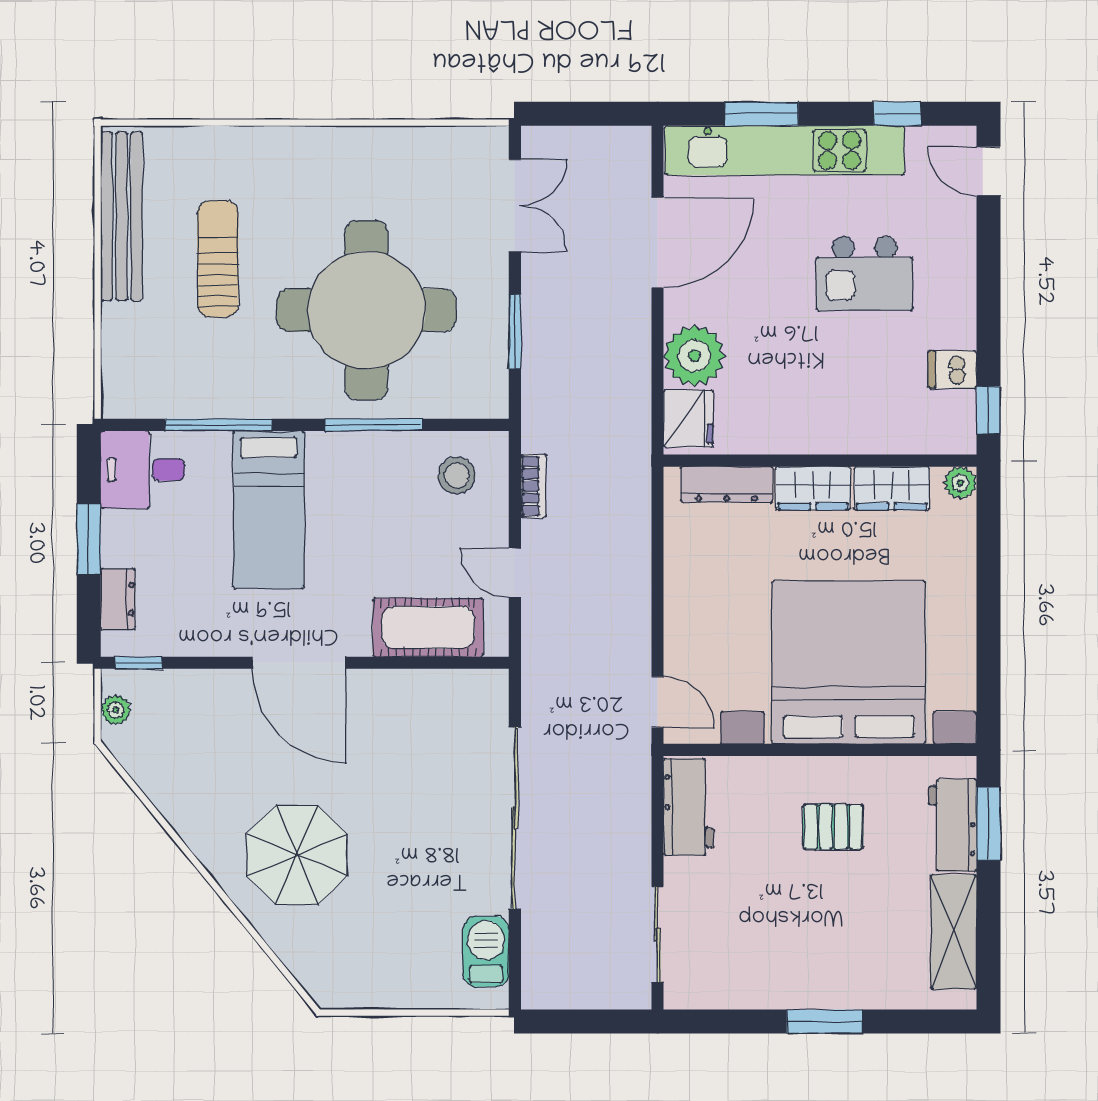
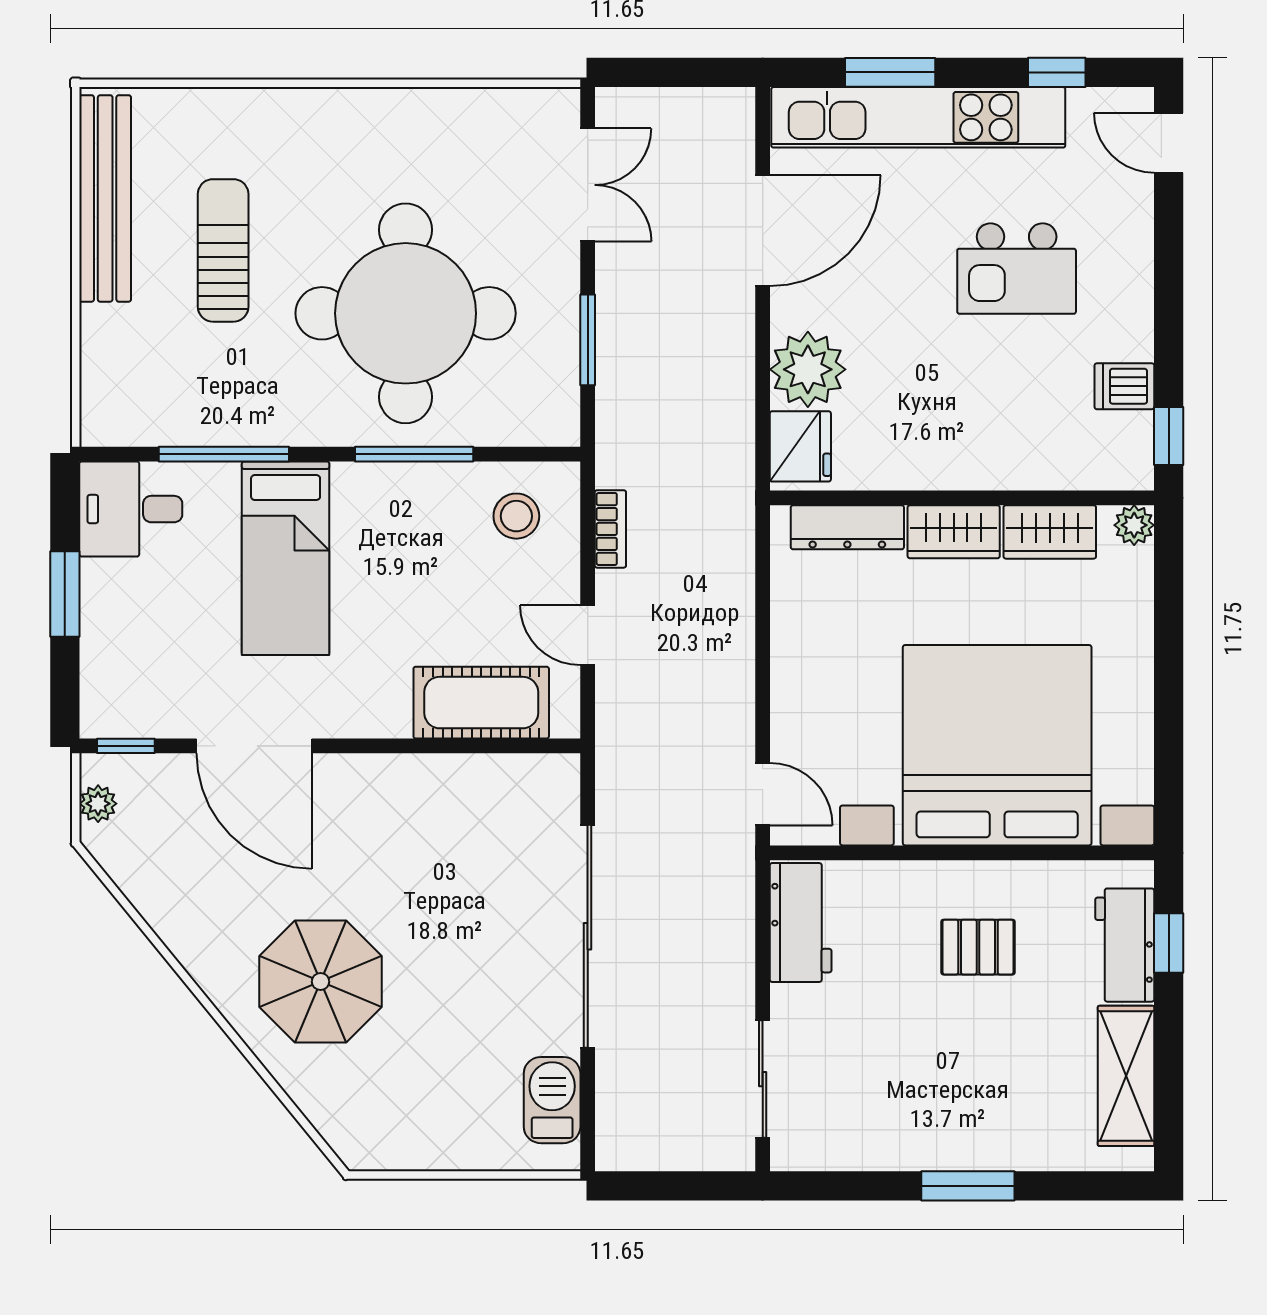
dresser: (118, 599) -> (101, 668), removed
door: (299, 663) -> (254, 746), moved
window: (989, 824) -> (1169, 943), width x0.67

